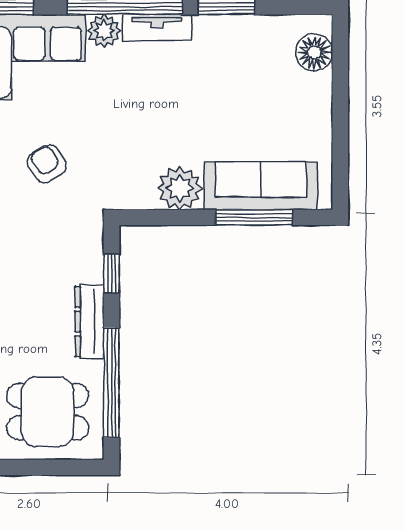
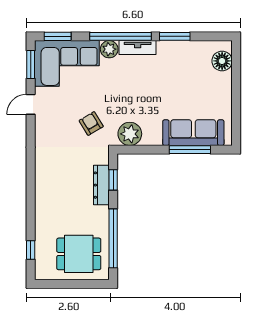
armchair: (47, 164) -> (91, 123), moved
plant: (180, 188) -> (130, 134), moved
dresser: (90, 322) -> (101, 185), moved

